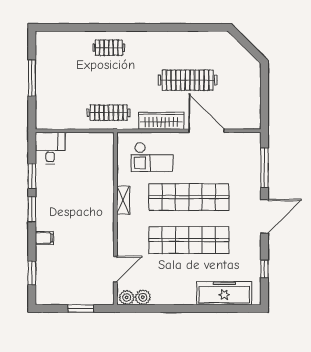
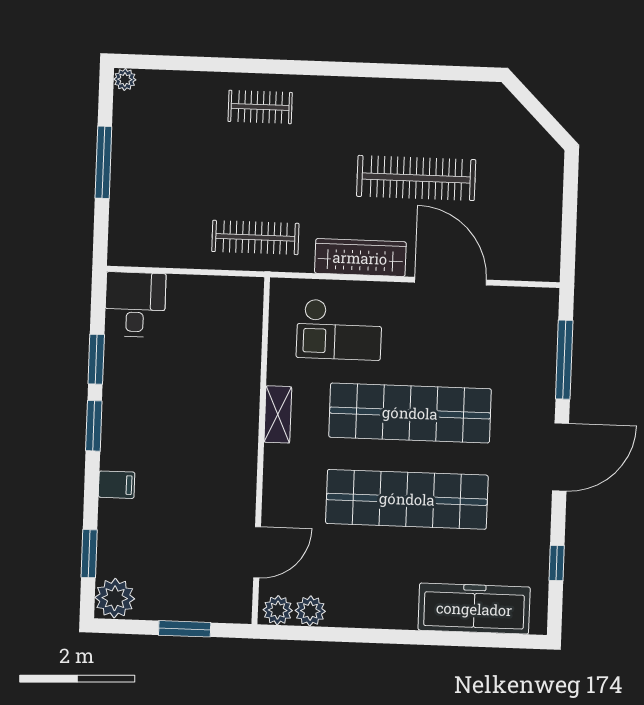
plant: (41, 37) -> (125, 79), added
plant: (45, 294) -> (115, 598), added

